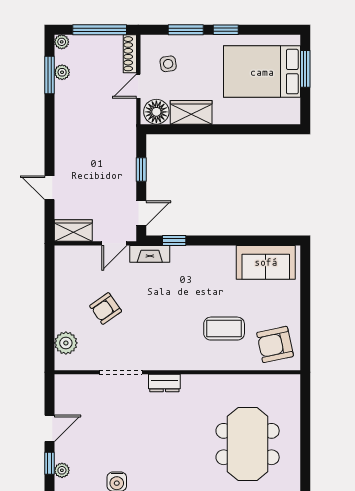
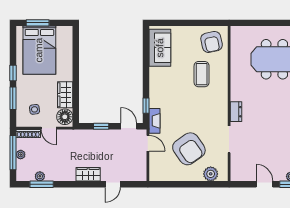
plant: (62, 42) -> (21, 155), moved
wardrobe: (73, 231) -> (88, 174), moved, turned 90
armchair: (106, 309) -> (189, 149), width x1.88, depth x1.88

